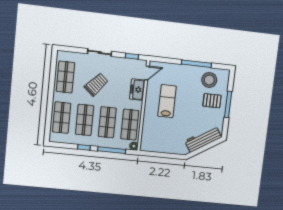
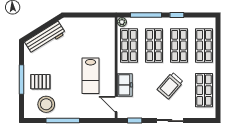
door: (147, 73) -> (116, 104), hinge flipped

